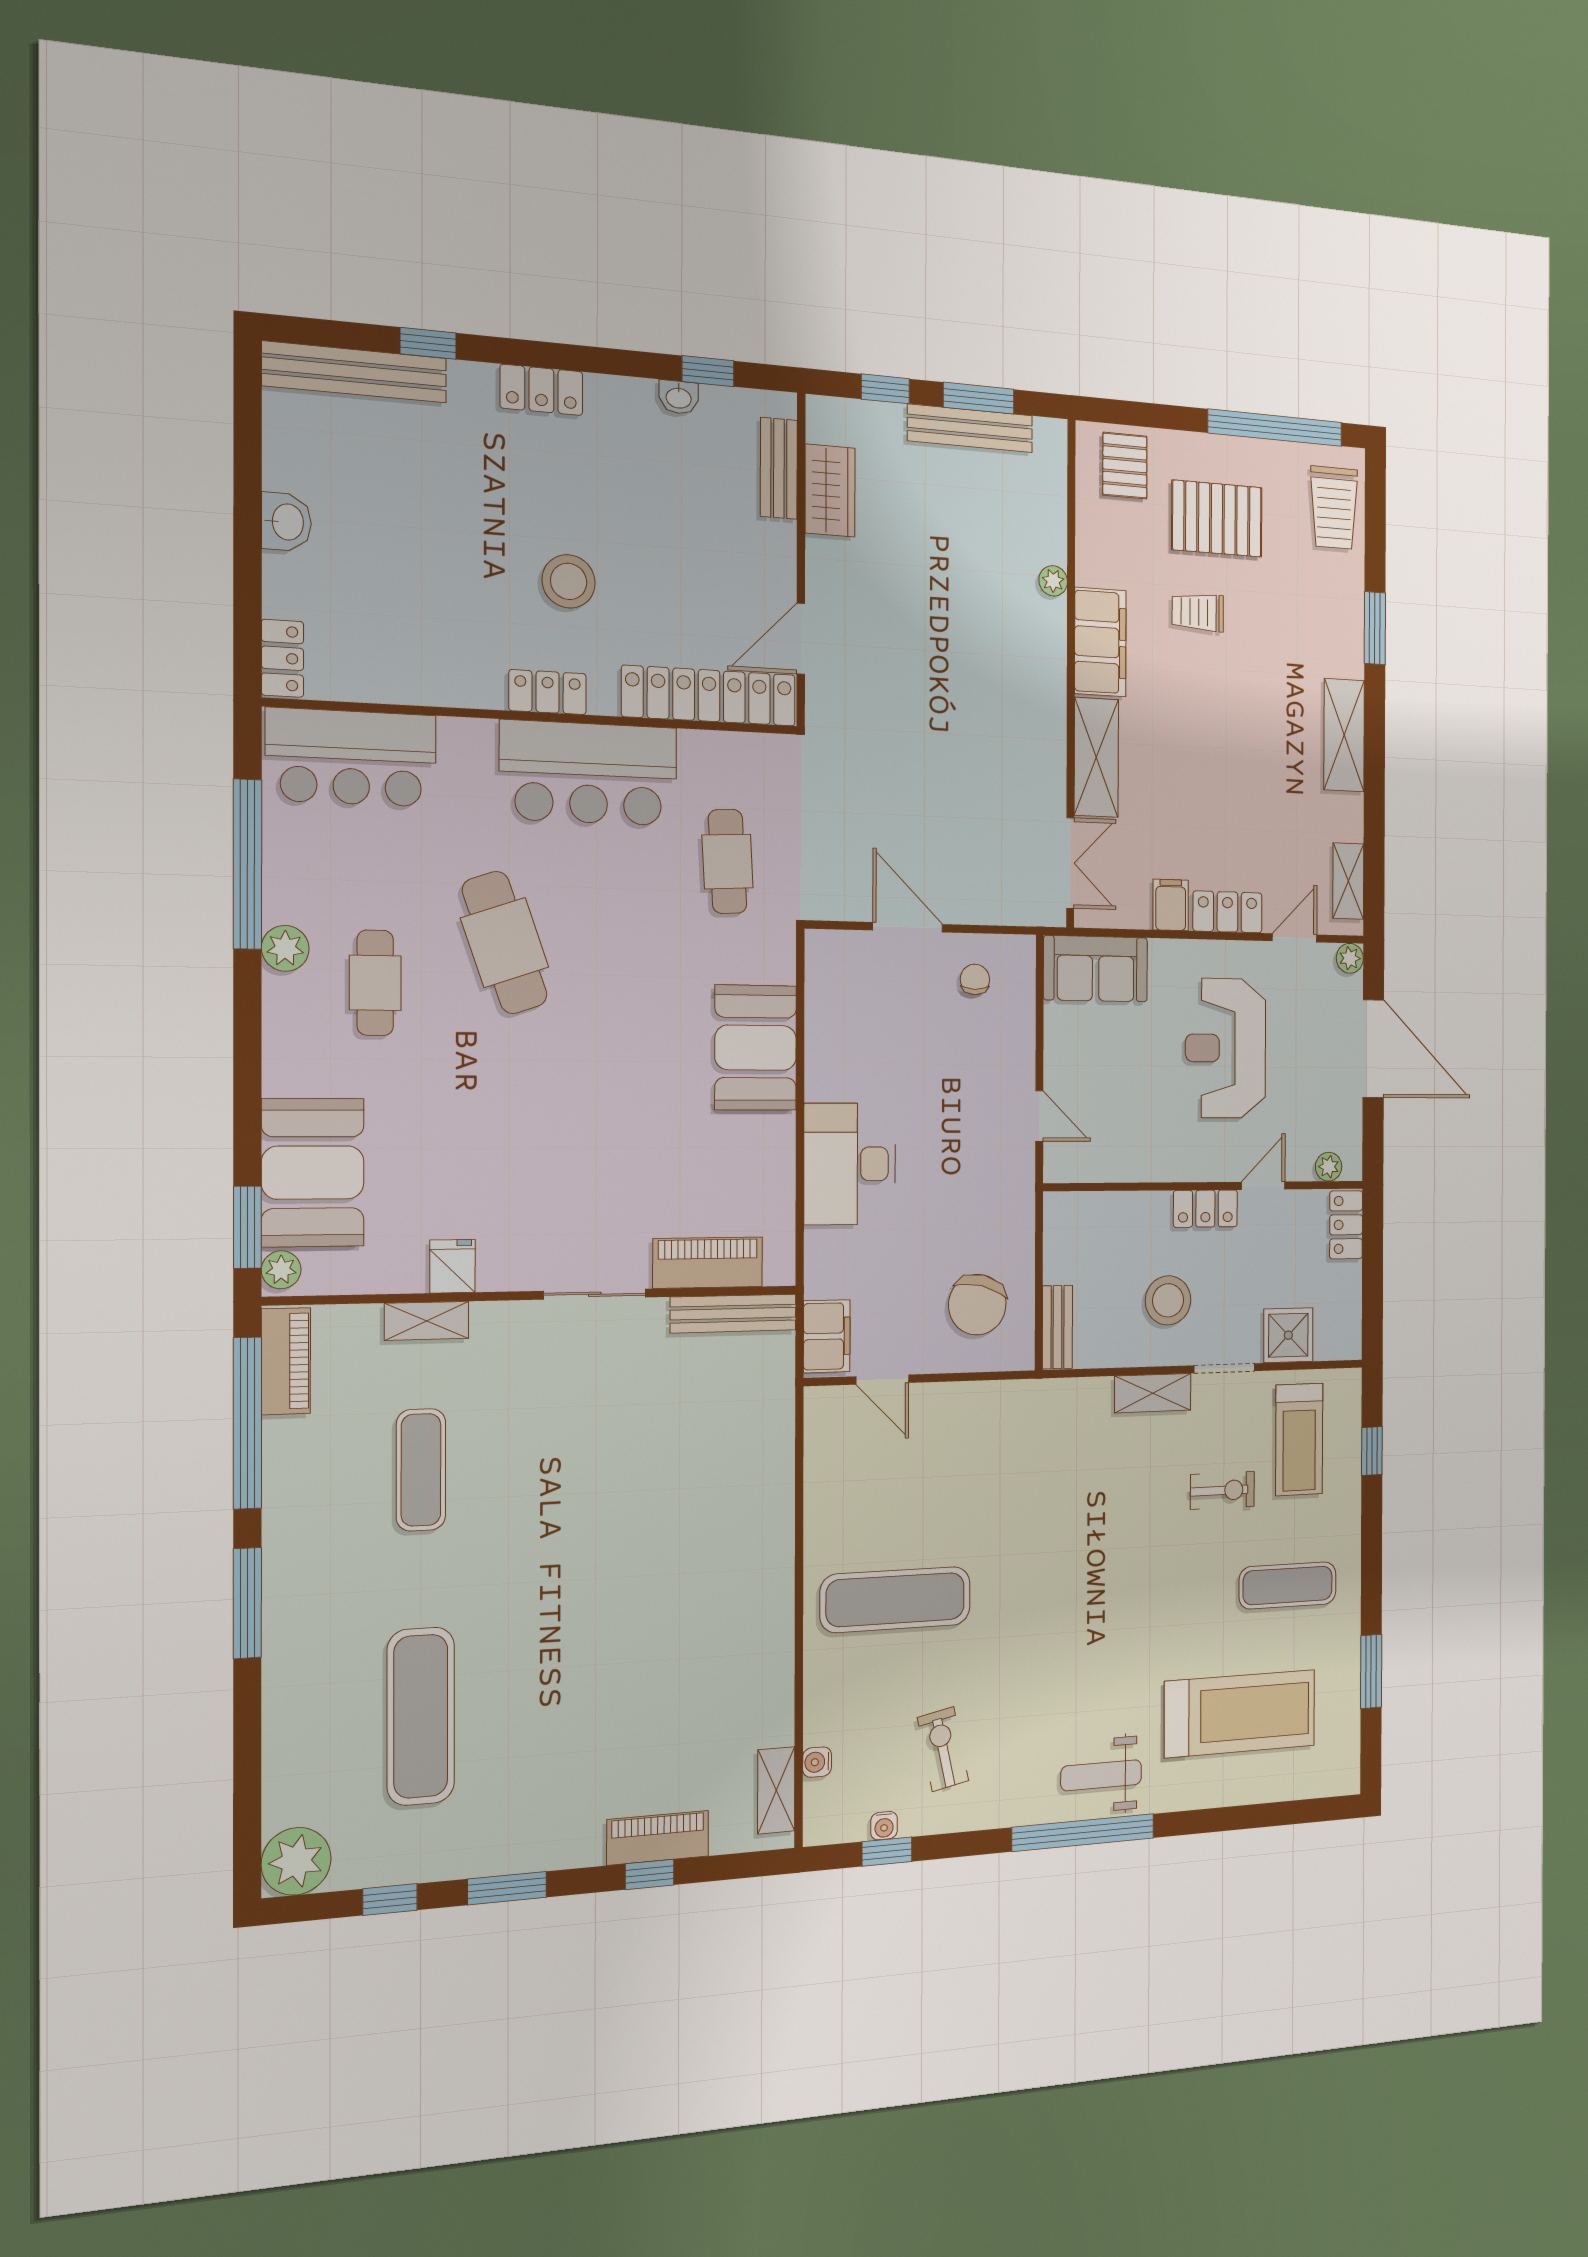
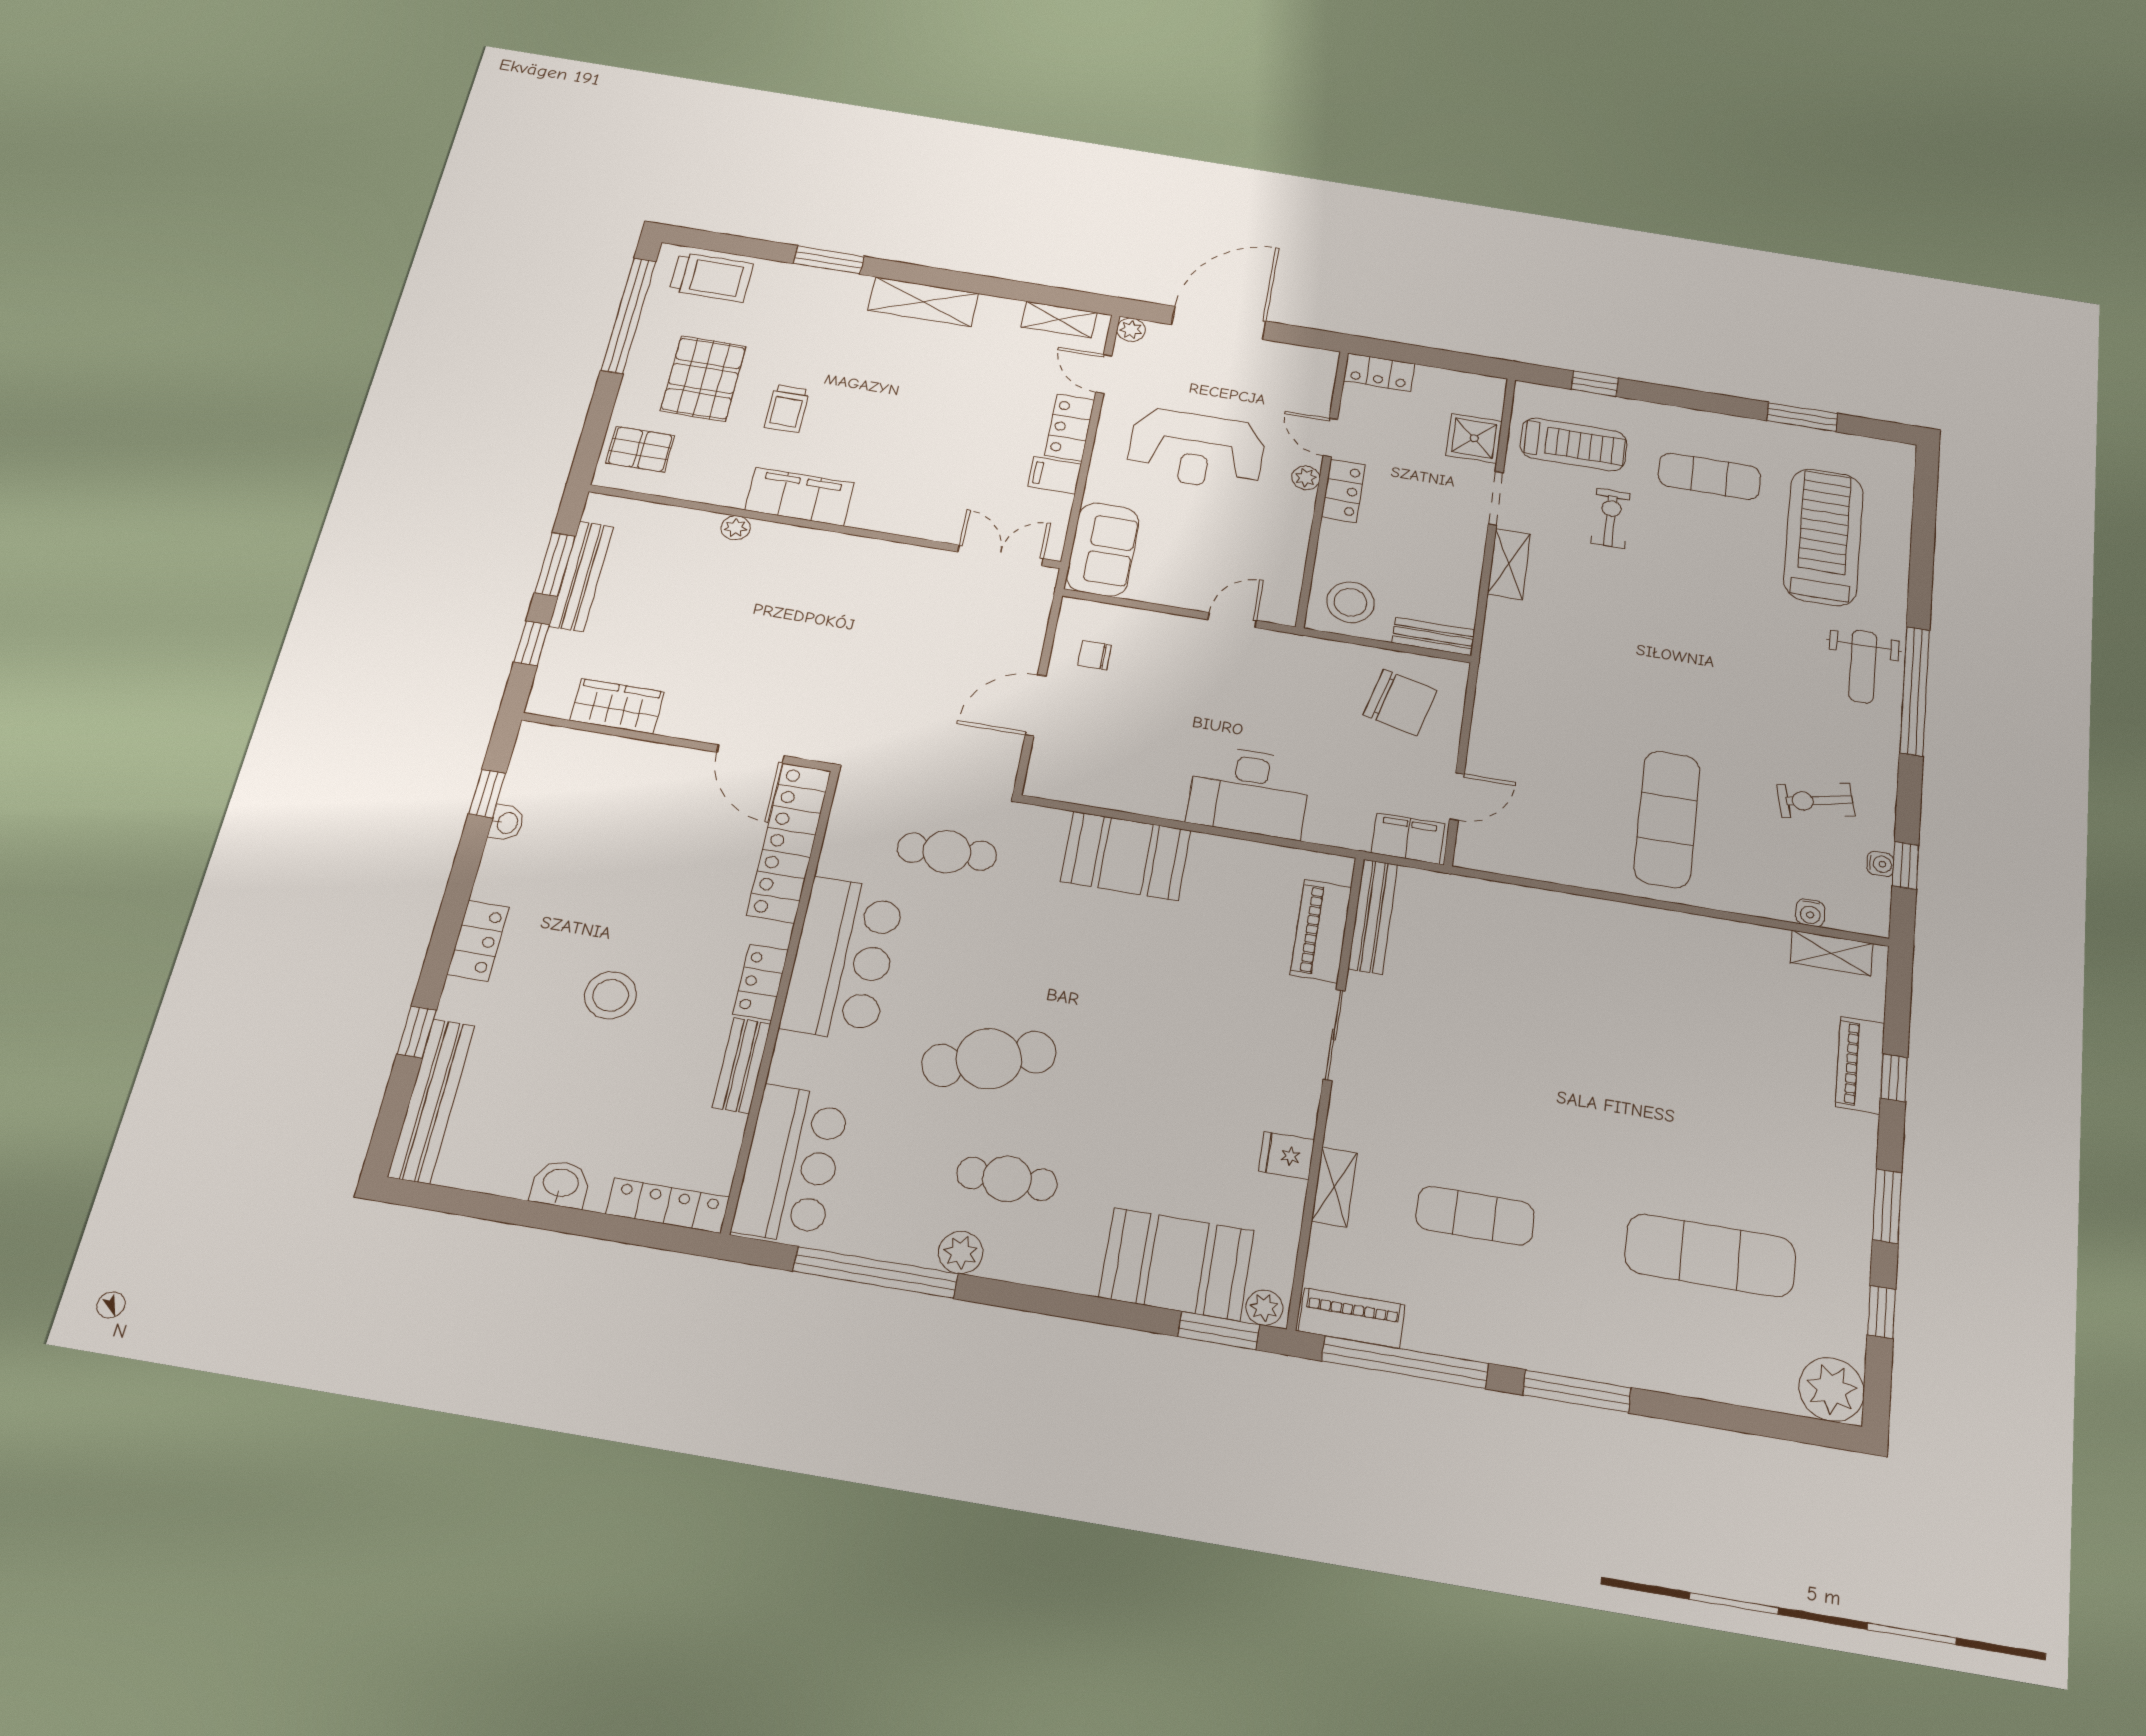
bench: (779, 468) -> (742, 1065), moved, turned 90
stool: (569, 581) -> (610, 995), moved
locker: (283, 658) -> (668, 1206), width x1.53
shelving: (1096, 757) -> (906, 517), removed
plant: (1329, 1167) -> (1306, 478), moved
stool: (1168, 1300) -> (1351, 602), moved
exercise mat: (1288, 1585) -> (1709, 476), turned 90

